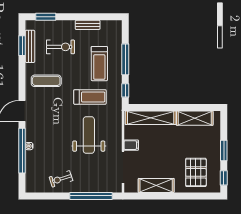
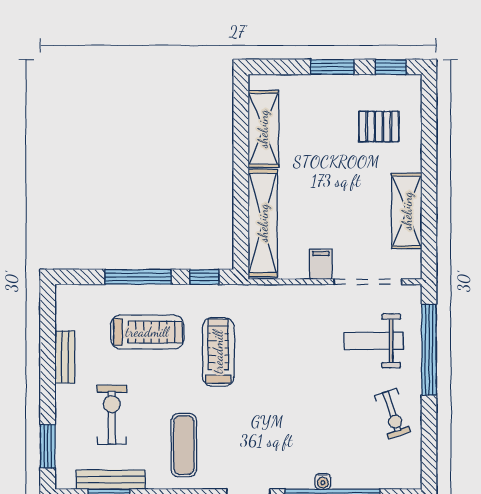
weight bench: (89, 135) -> (373, 341), moved, width x0.73, depth x0.75
pallet: (196, 172) -> (379, 126), width x0.67, depth x0.71

